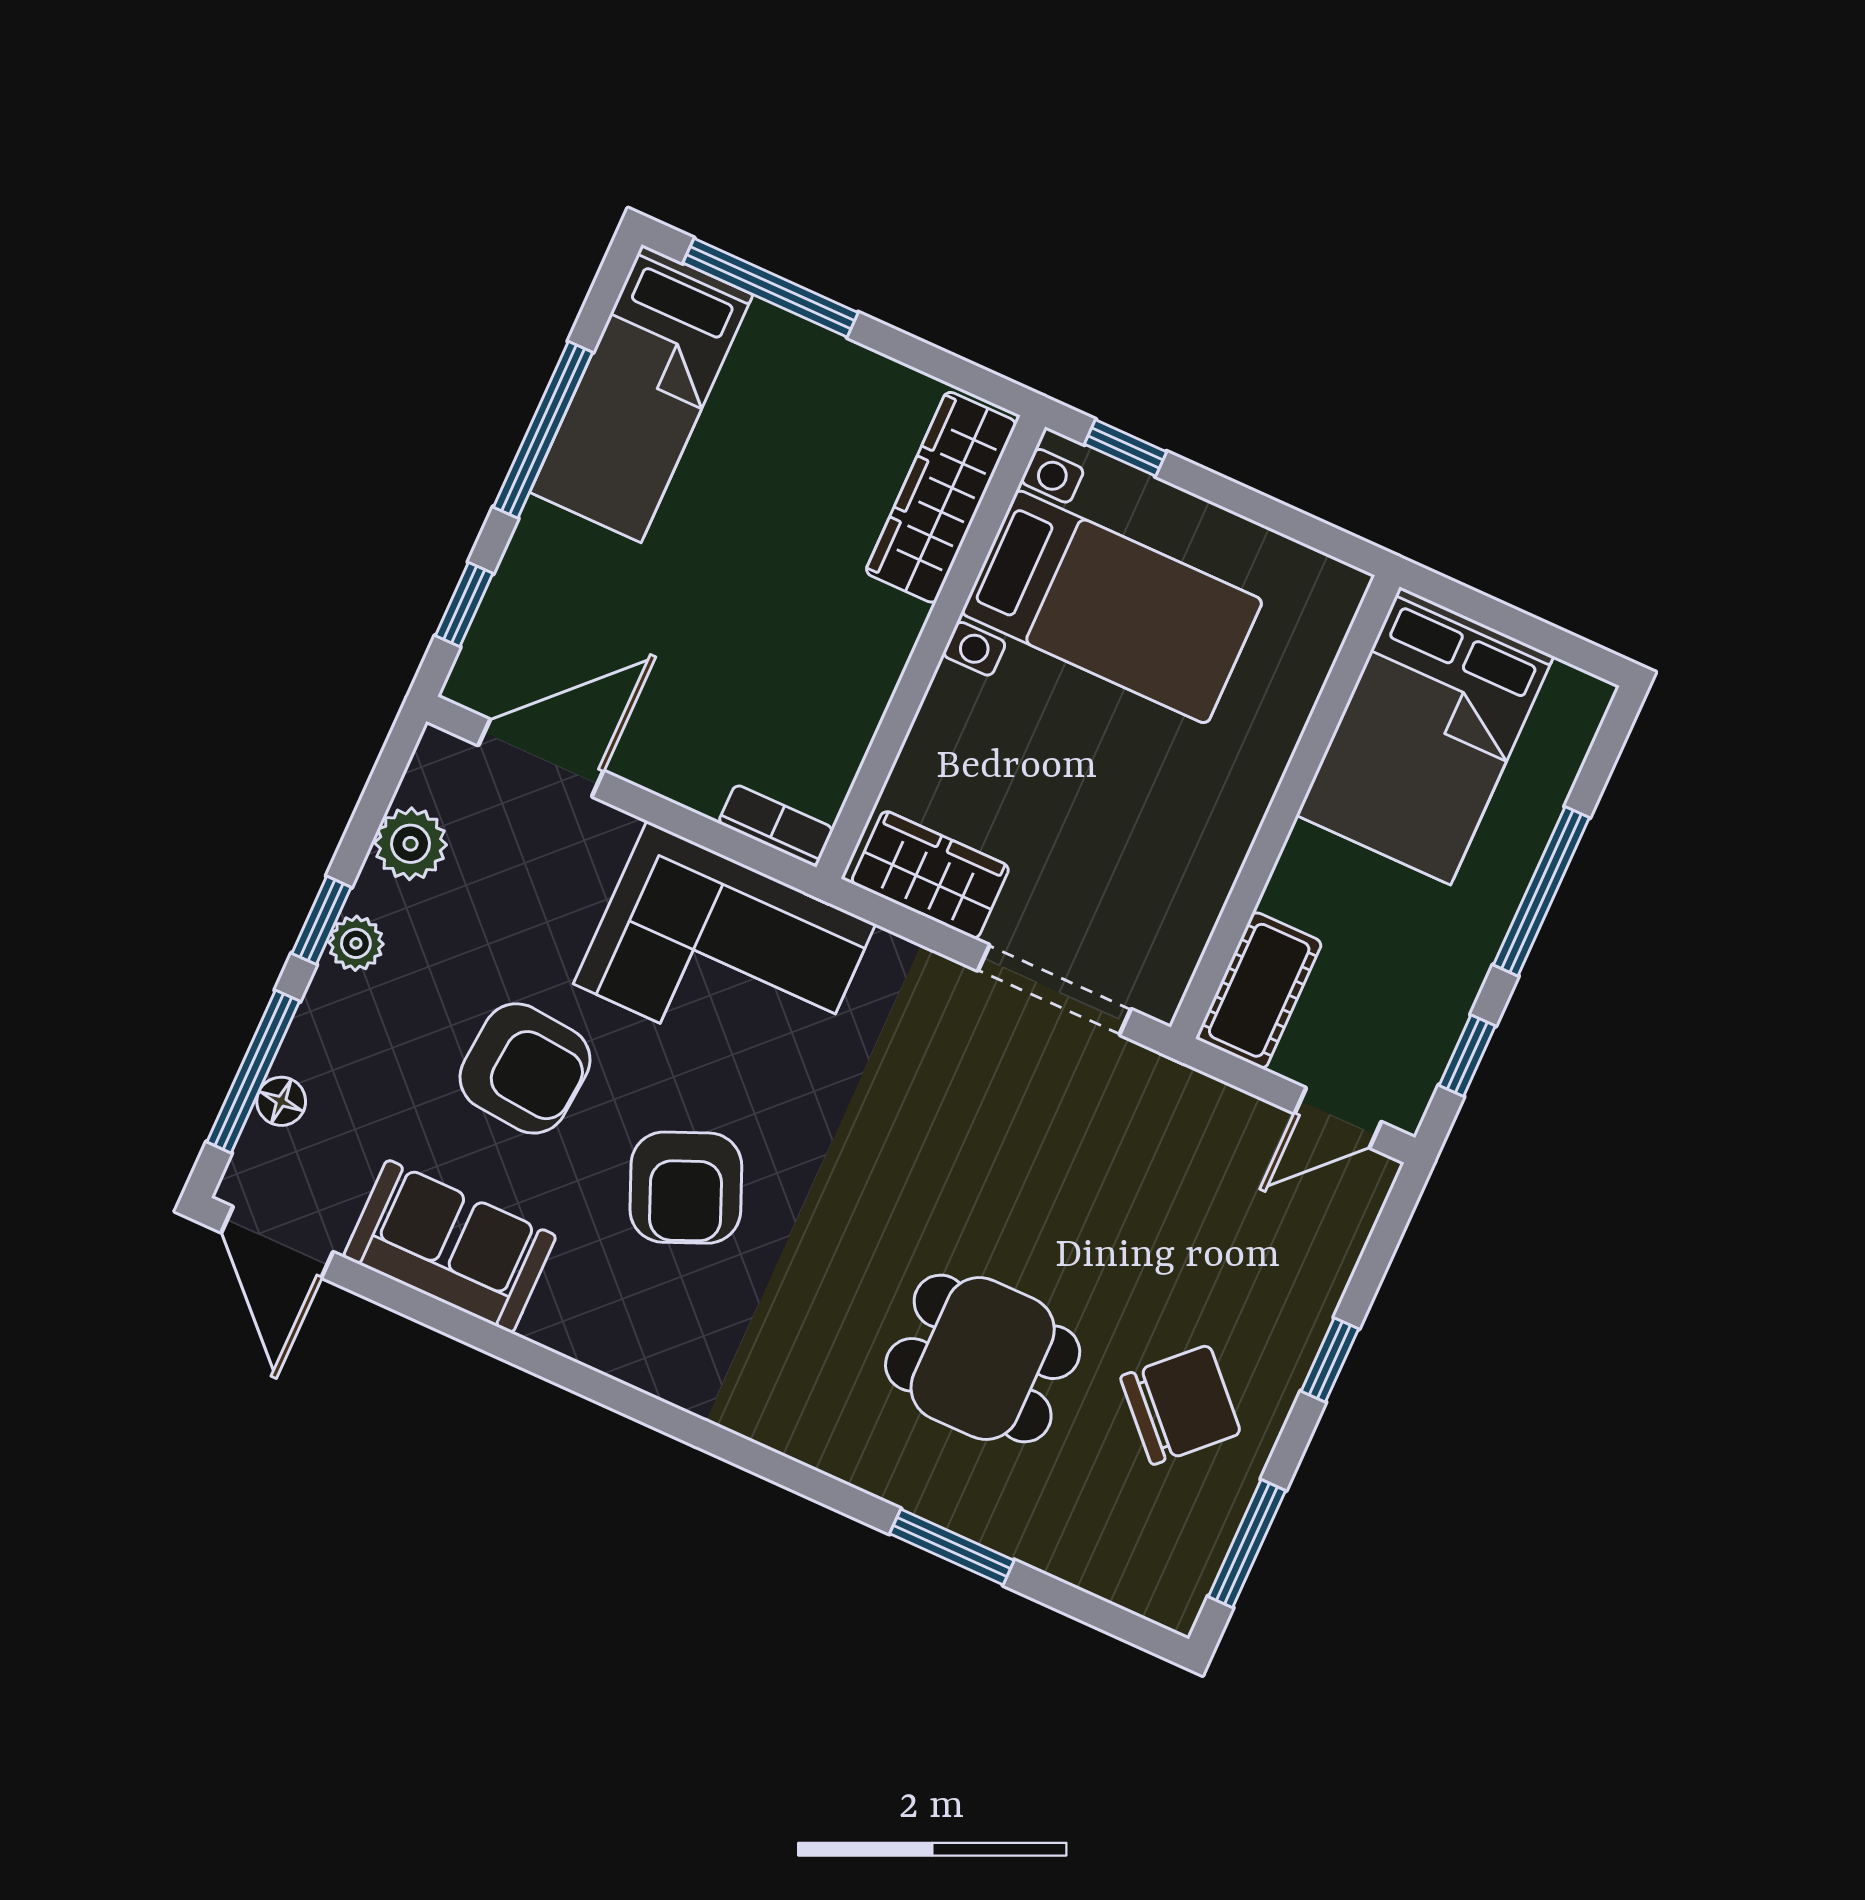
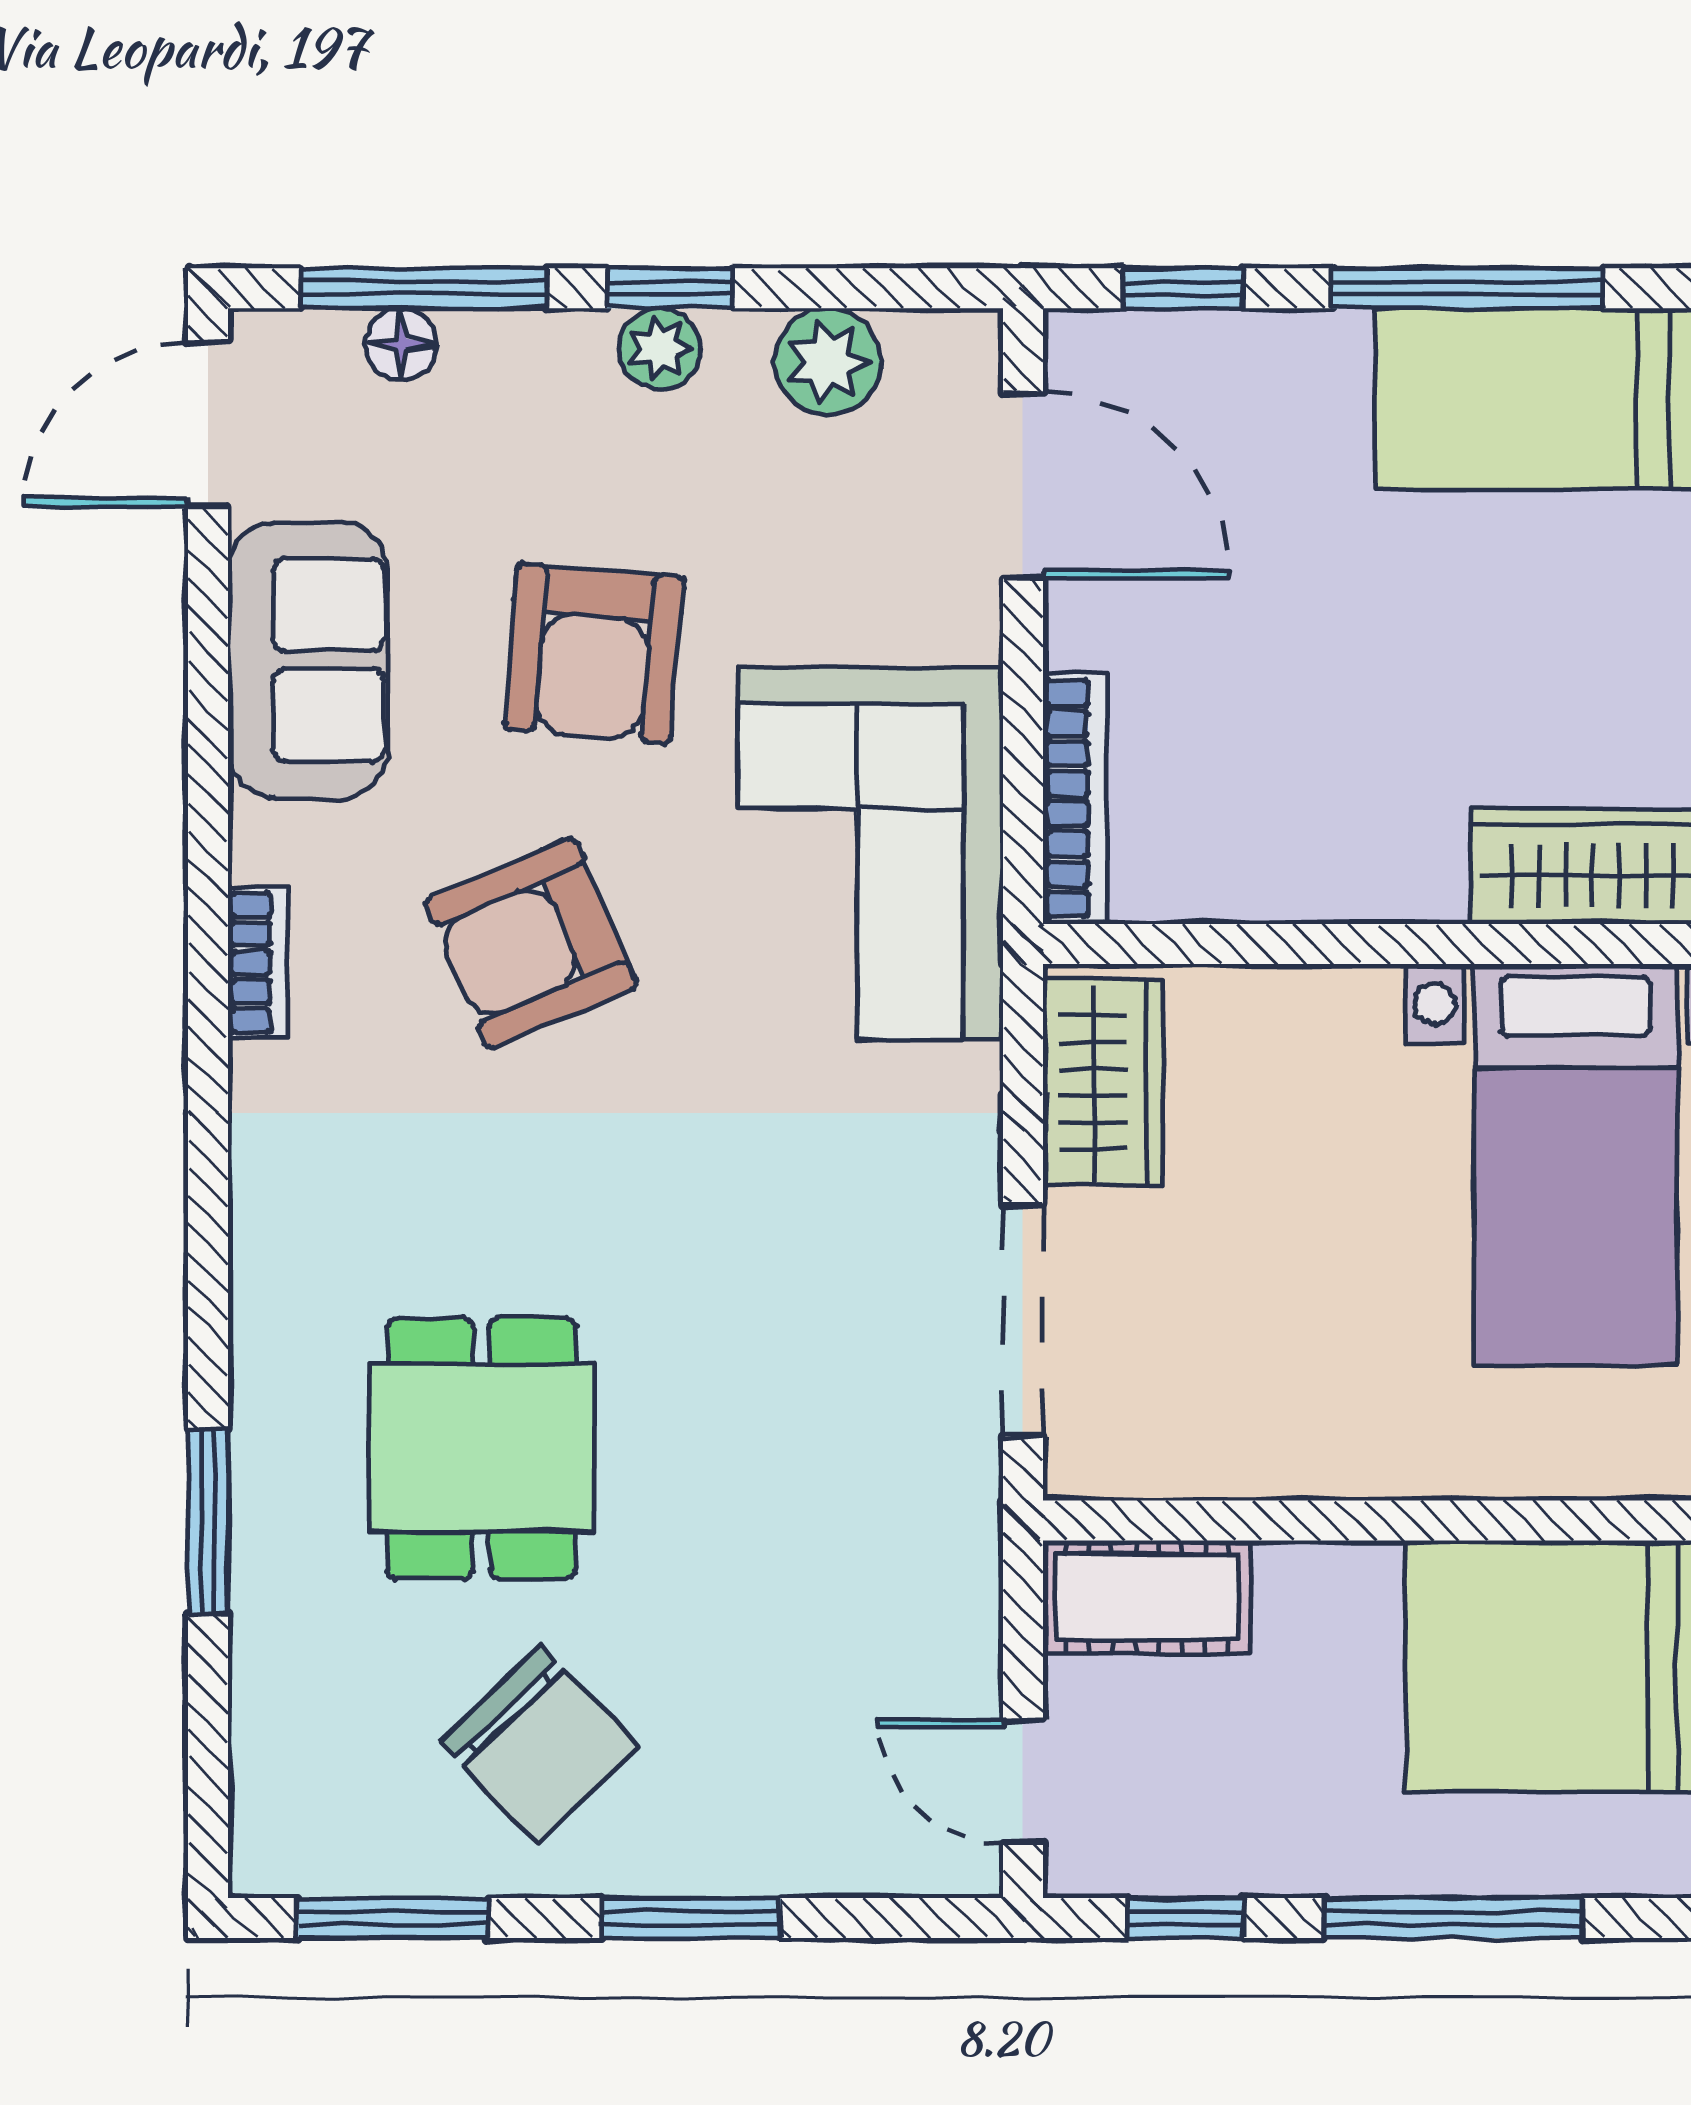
bookcase: (776, 826) -> (1075, 799), width x1.56
window: (1330, 1360) -> (691, 1918), width x1.50
bookcase: (622, 1361) -> (258, 963), added

